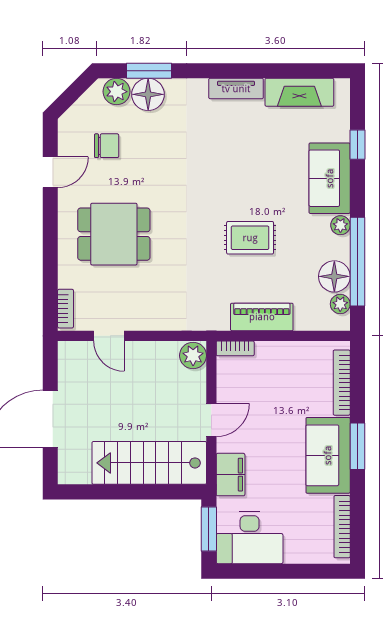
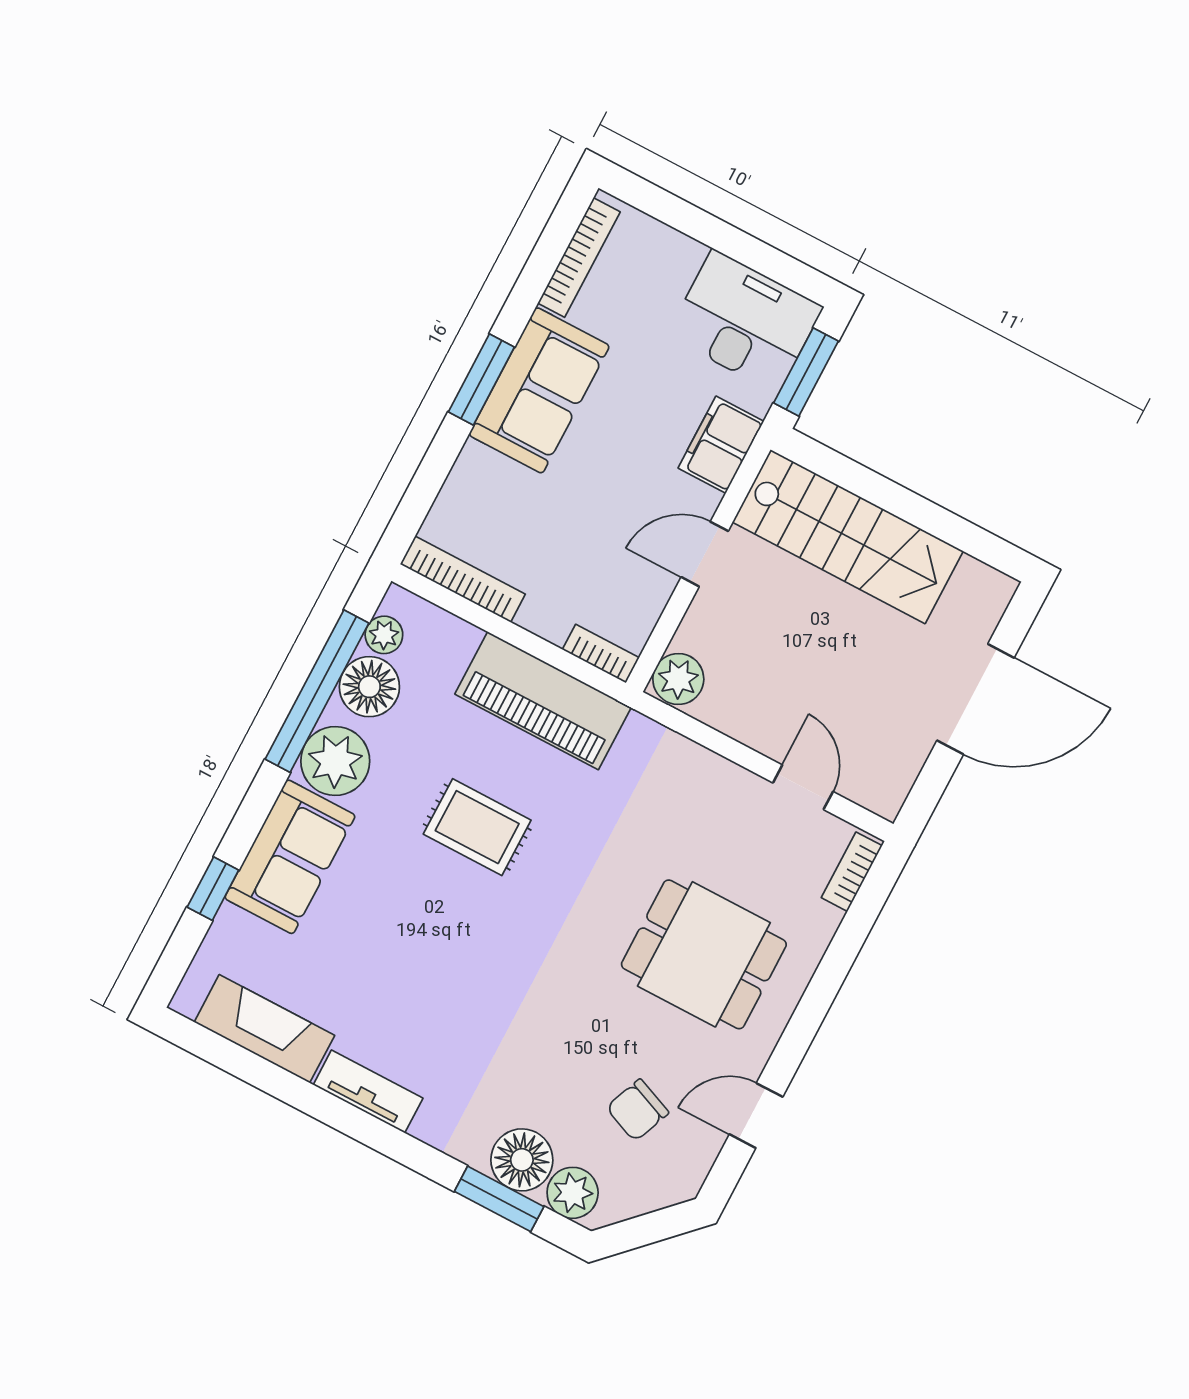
chair: (107, 146) -> (637, 1110), turned -68
plant: (340, 225) -> (335, 761), width x1.88, depth x1.88
piano: (262, 317) -> (543, 701), width x1.37, depth x1.33
bookcase: (342, 383) -> (463, 579), moved, turned -90

